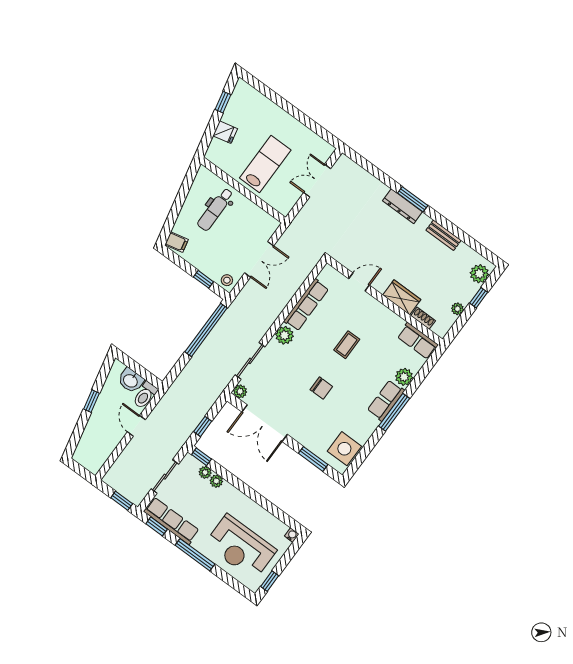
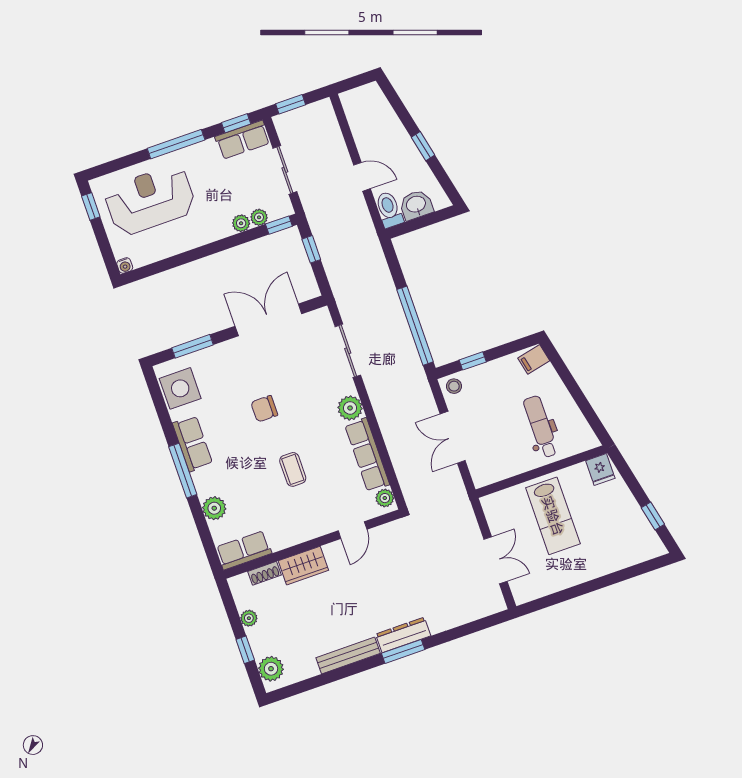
fridge: (225, 132) -> (600, 469), moved, turned -77
bench: (444, 235) -> (348, 656), width x1.36
plant: (240, 391) -> (385, 498), moved
row of seats: (386, 401) -> (192, 444), moved
row of seats: (171, 521) -> (243, 140), width x0.68

